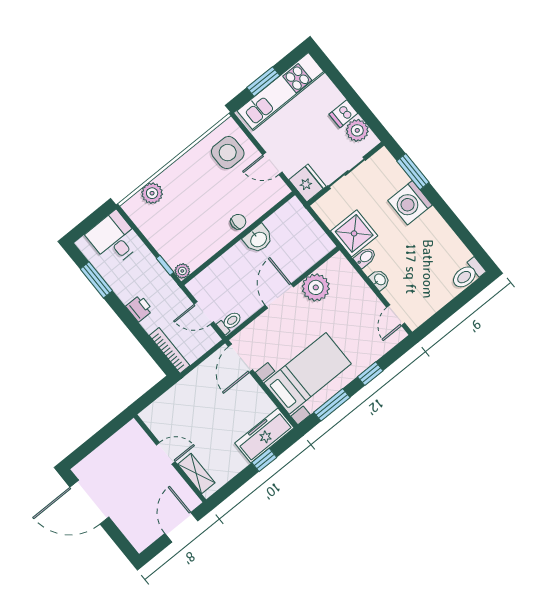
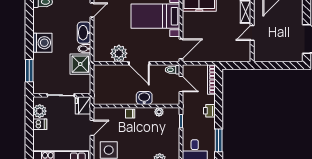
door: (272, 163) -> (92, 128), hinge flipped
washing machine: (410, 203) -> (42, 43), moved
washbasin: (258, 239) -> (144, 98), moved
plant: (182, 271) -> (159, 112), moved
washbasin: (380, 280) -> (84, 33), width x1.91, depth x1.45
door: (279, 296) -> (139, 63), hinge flipped
door: (166, 453) -> (252, 33), hinge flipped

